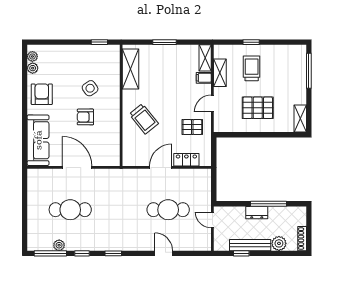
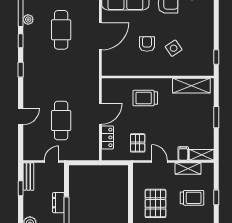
trolley: (144, 119) -> (145, 98), turned 39
door: (161, 167) -> (100, 114), hinge flipped
bench: (250, 245) -> (28, 177), moved, width x0.73

